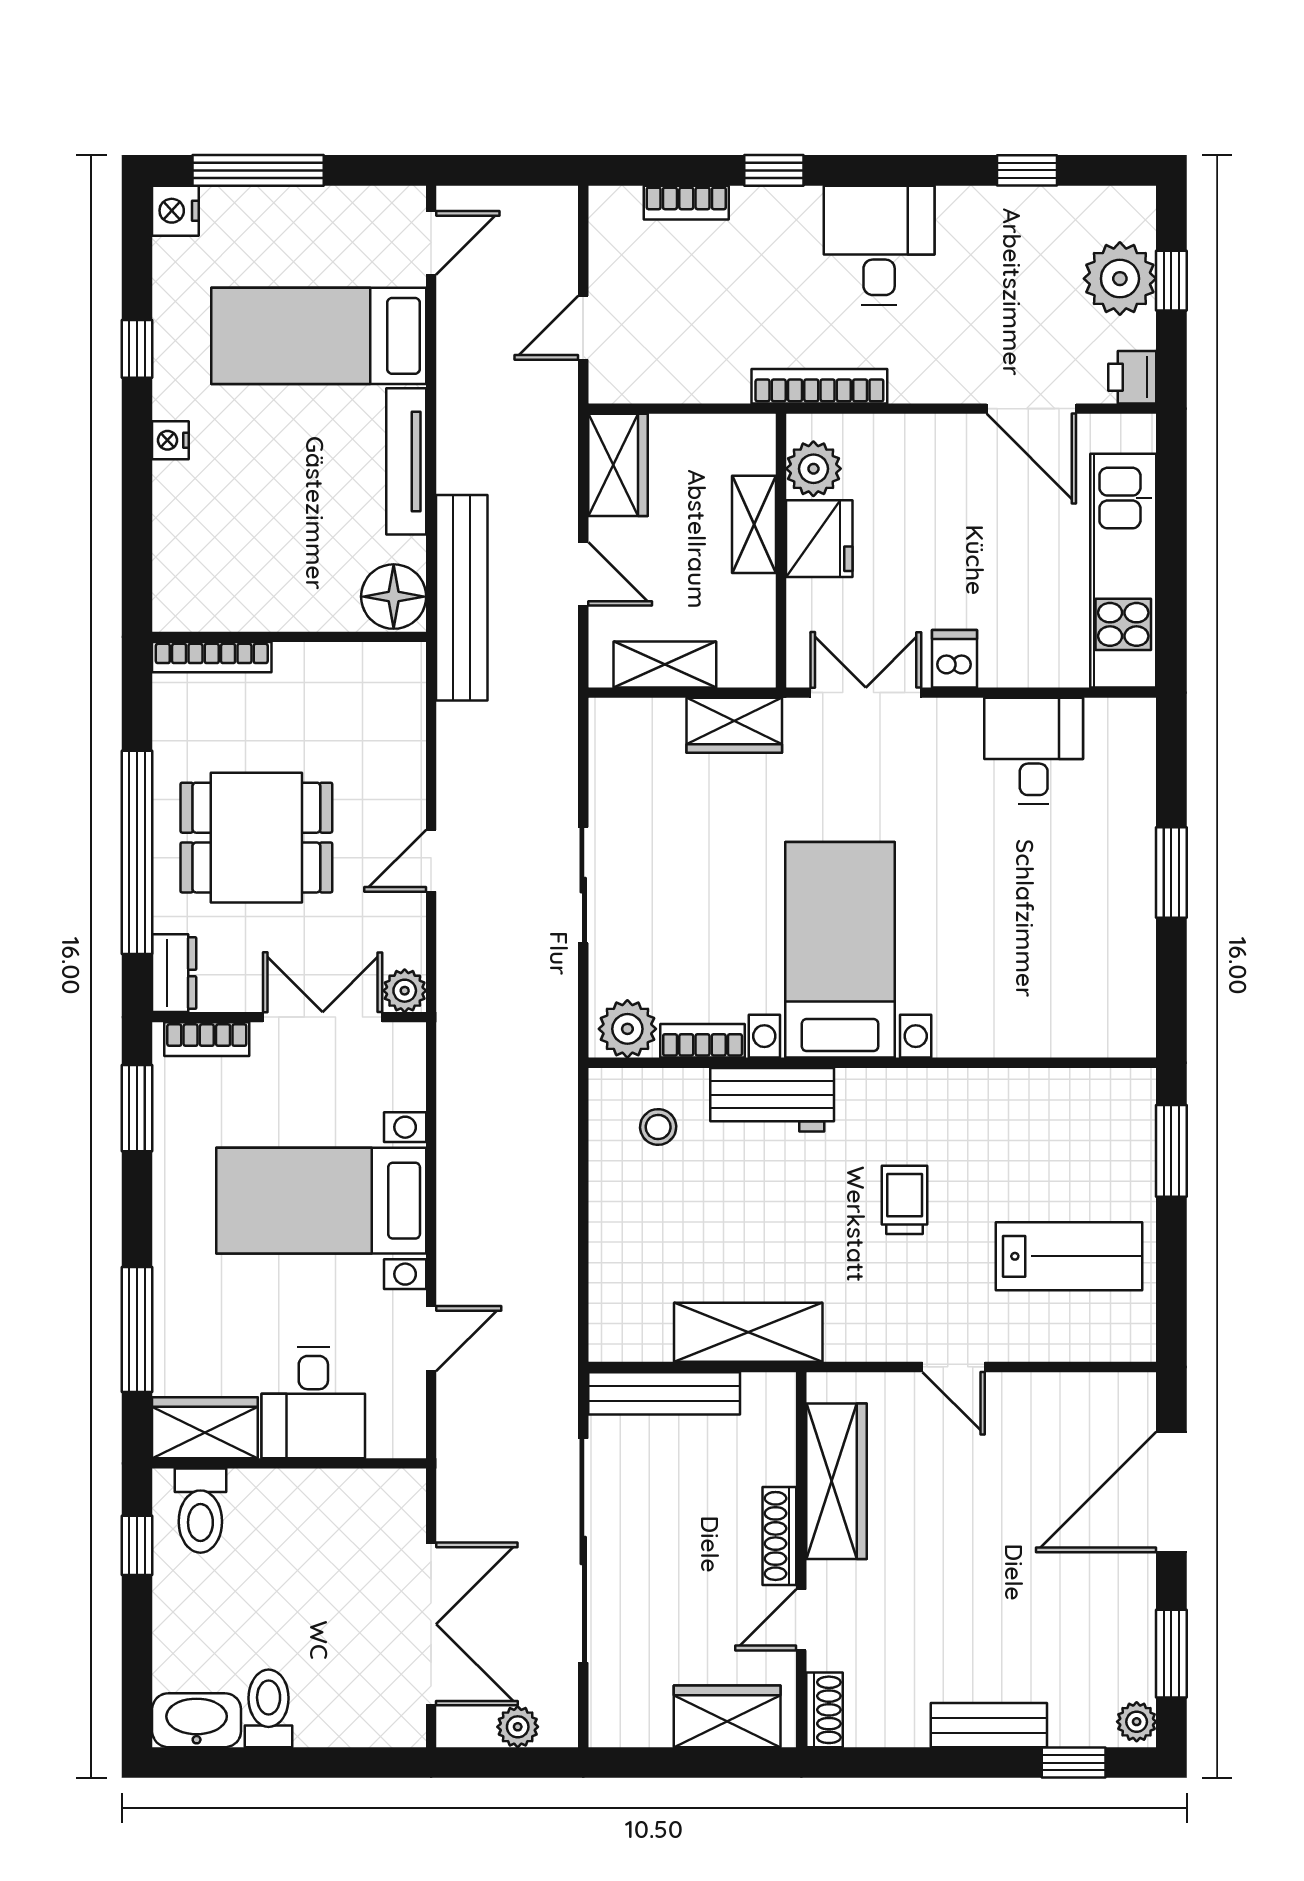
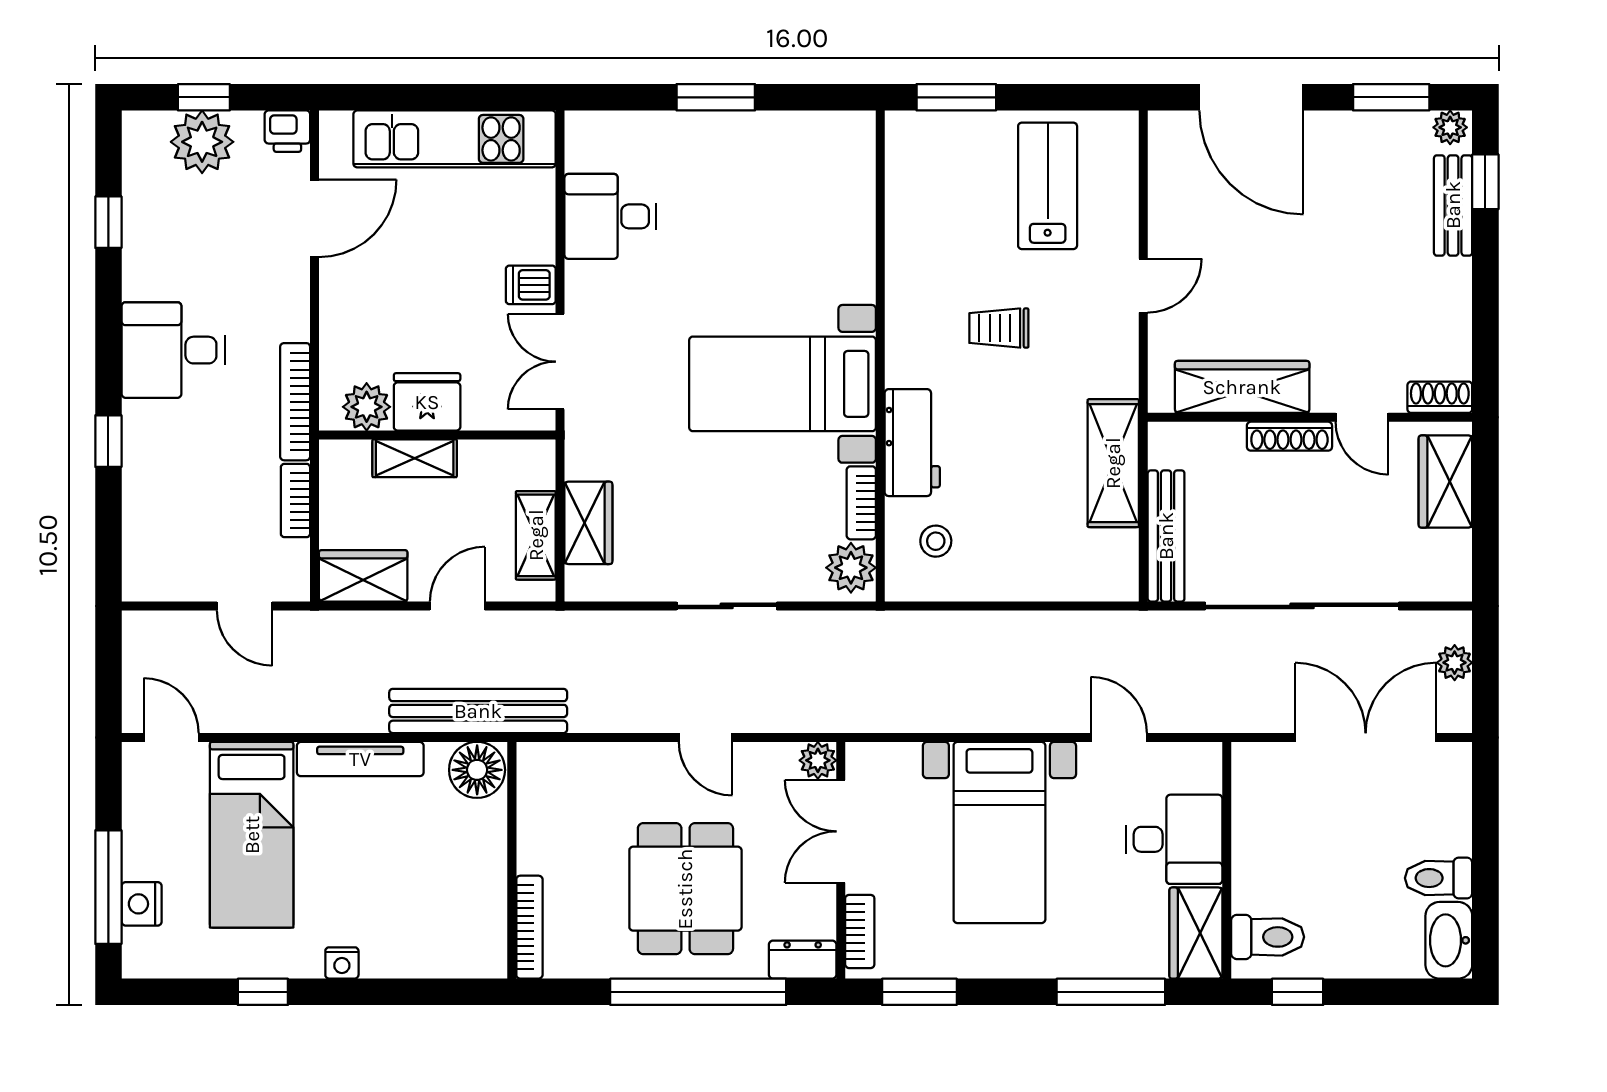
bookcase: (686, 203) -> (295, 501), moved, turned 180
nightstand: (175, 211) -> (142, 904), moved, turned 90
wardrobe: (734, 725) -> (588, 523), moved
bench: (989, 1725) -> (1453, 205), moved

